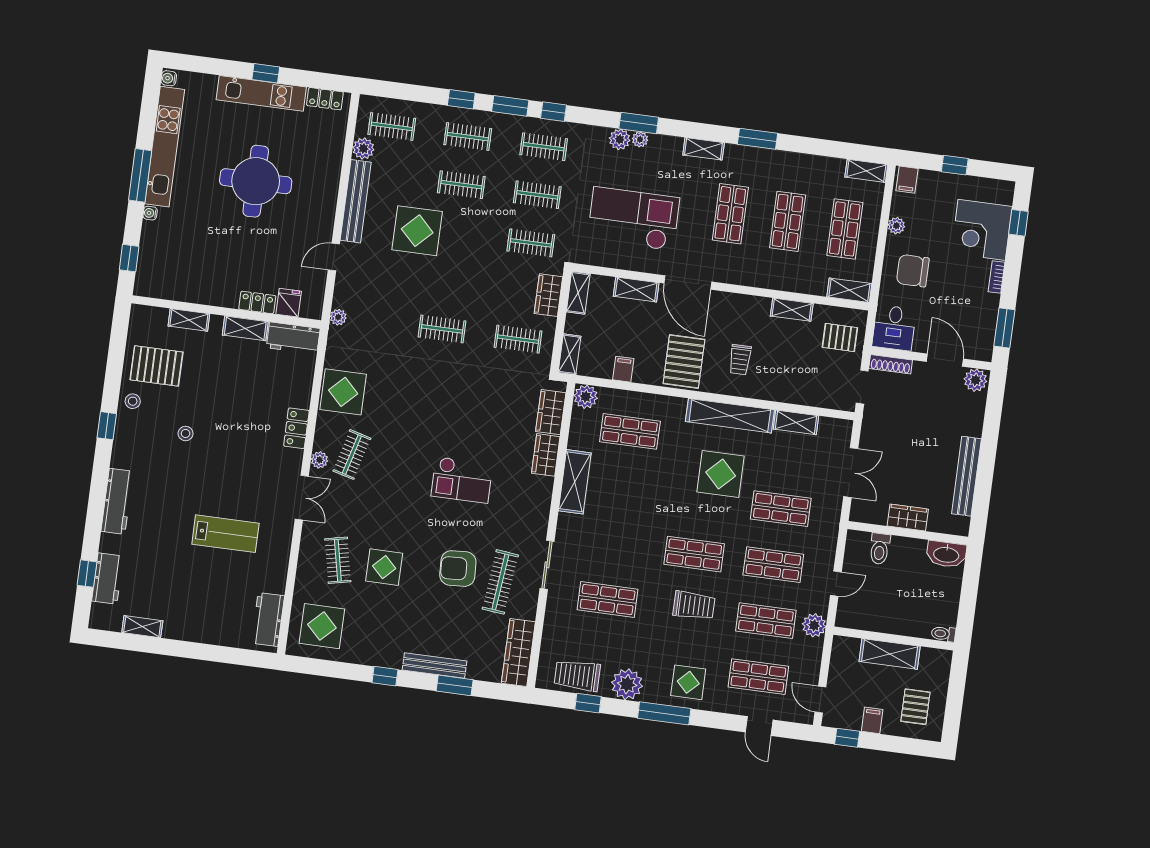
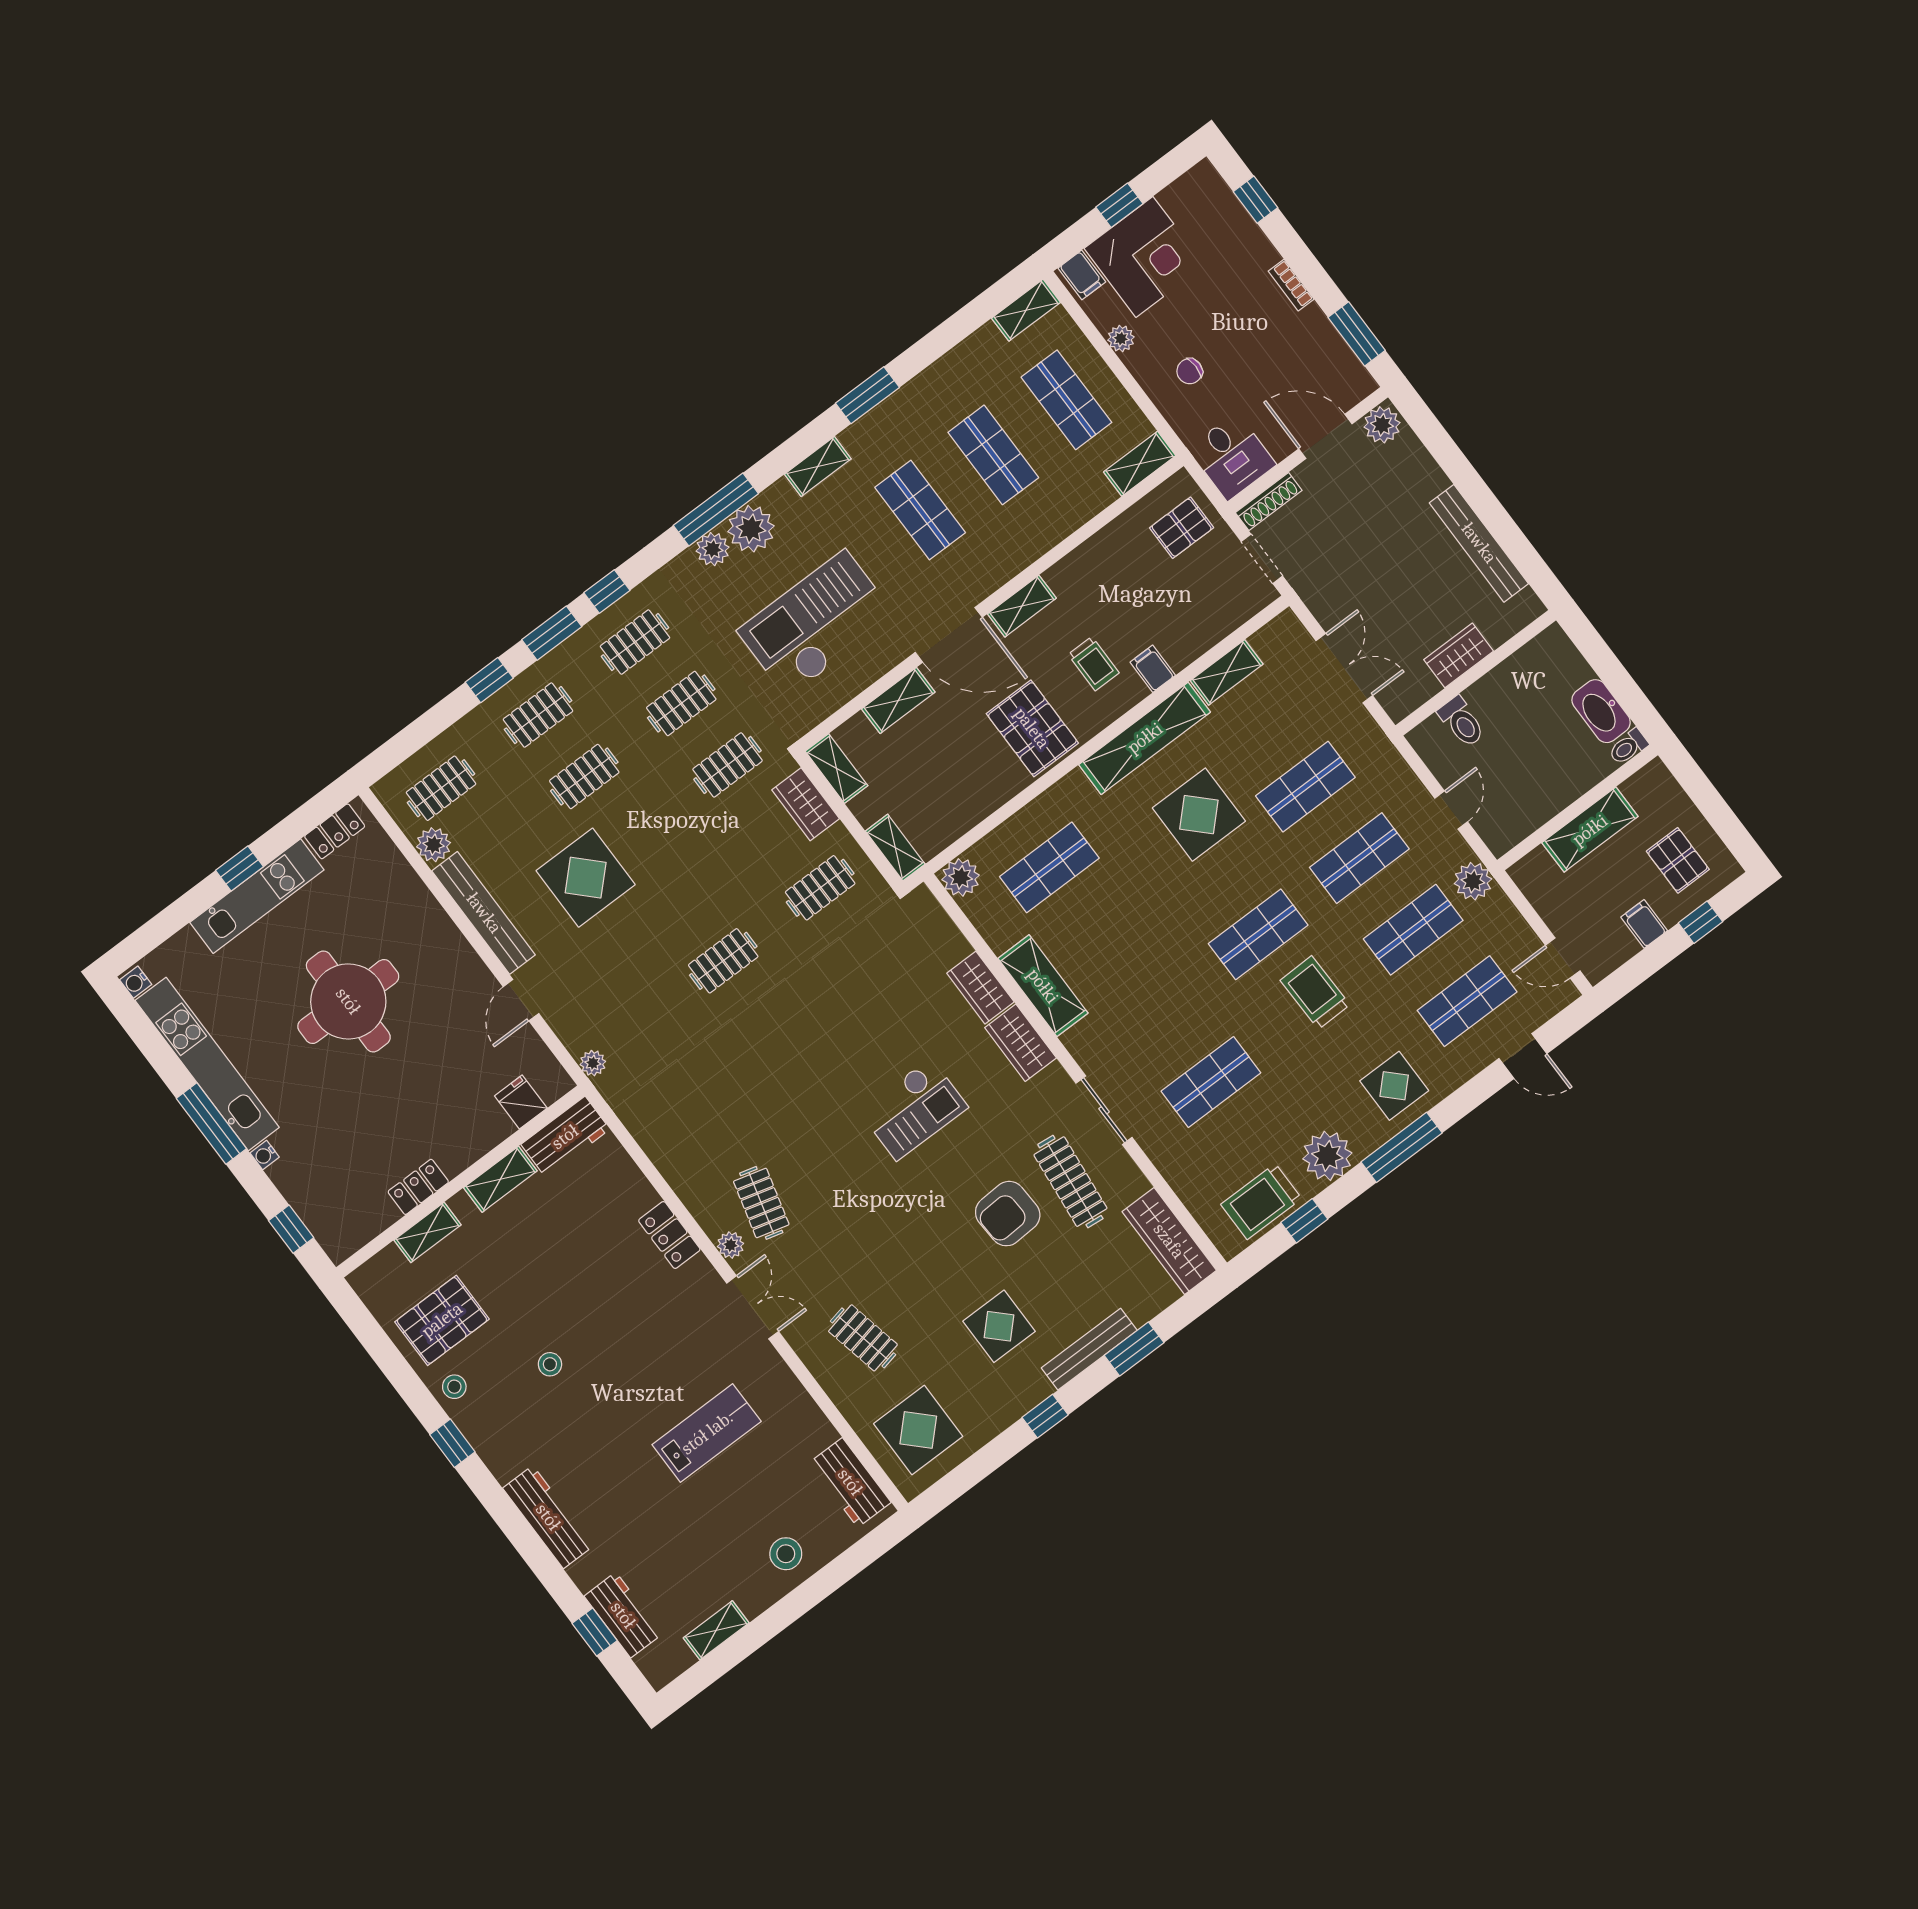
window: (639, 123) -> (716, 509), width x1.44
plant: (640, 139) -> (751, 529), width x1.88, depth x1.88
corner desk: (982, 230) -> (1144, 257), moved, turned -90
chair: (913, 271) -> (1190, 371), width x0.54, depth x0.54
locker: (257, 302) -> (418, 1187), moved
shelving: (792, 310) -> (1022, 606), moved
filing cabinet: (623, 369) -> (1153, 669), moved
display table: (343, 392) -> (681, 1142), removed
wardrobe: (551, 412) -> (1021, 1043), moved
washbasin: (946, 554) -> (1601, 711), moved, turned 90
display table: (384, 567) -> (999, 1326), moved
trolley: (694, 605) -> (1315, 992), turned -91
stool: (208, 623) -> (786, 1554), added
window: (847, 738) -> (1700, 922), moved

